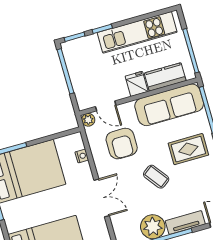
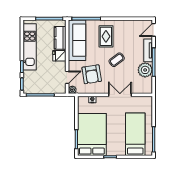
armchair: (122, 144) -> (92, 74), turned 81

